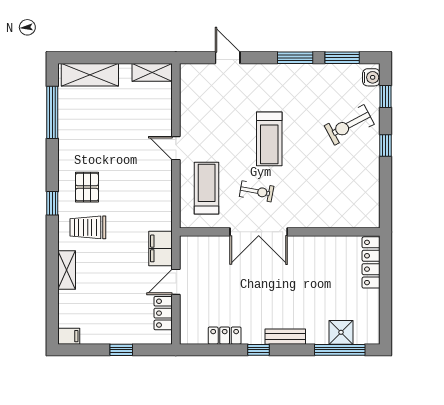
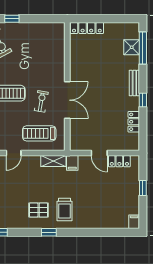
filing cabinet: (161, 248) -> (72, 163), width x0.50
shelving: (67, 270) -> (53, 161), moved

